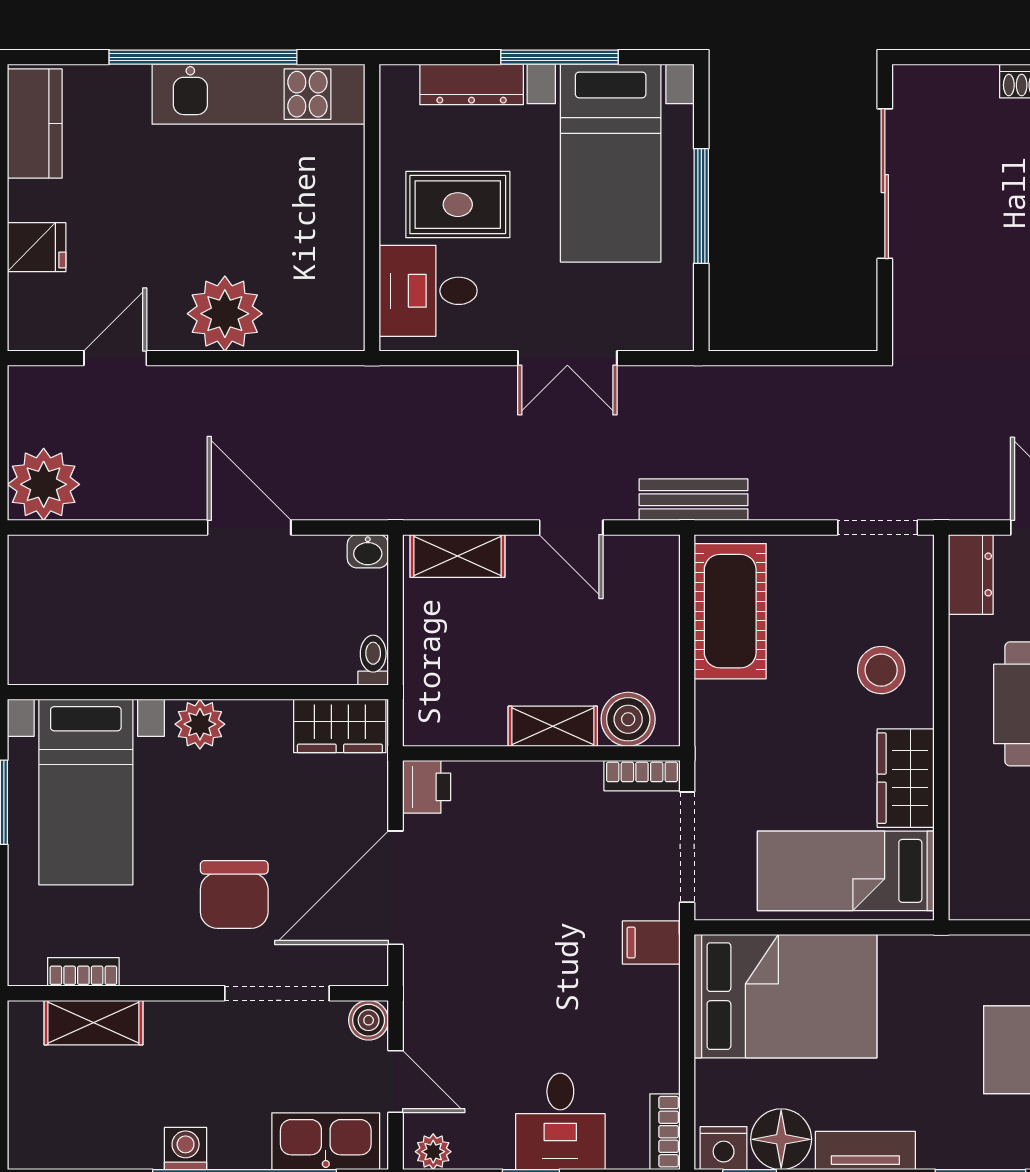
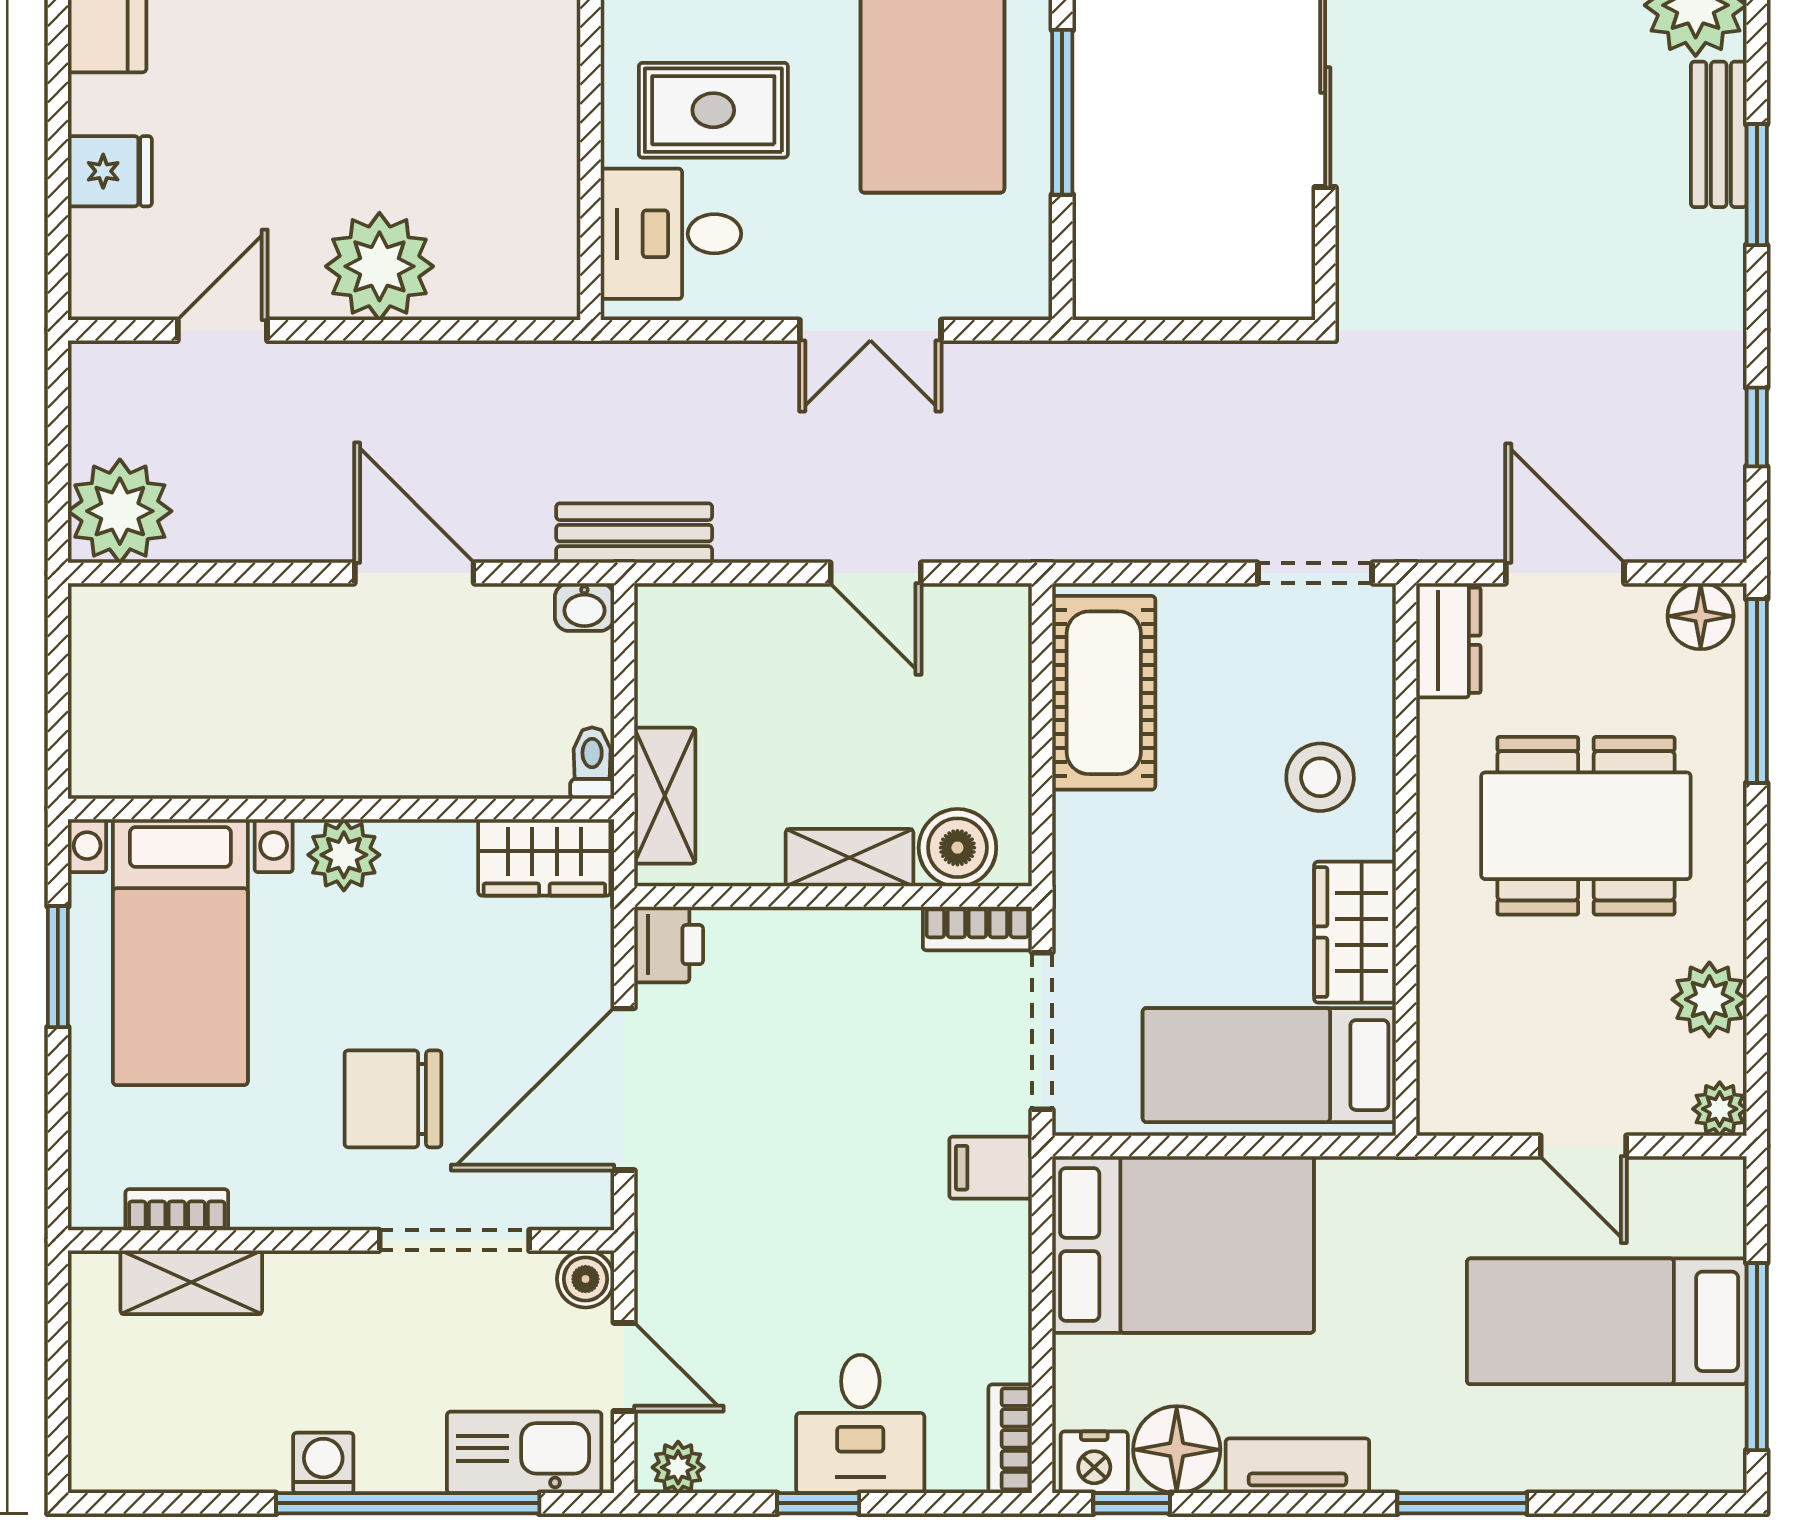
bench: (694, 500) -> (634, 533), moved
shelving: (457, 556) -> (665, 796), moved, turned 90
chair: (234, 894) -> (393, 1099), turned 90

